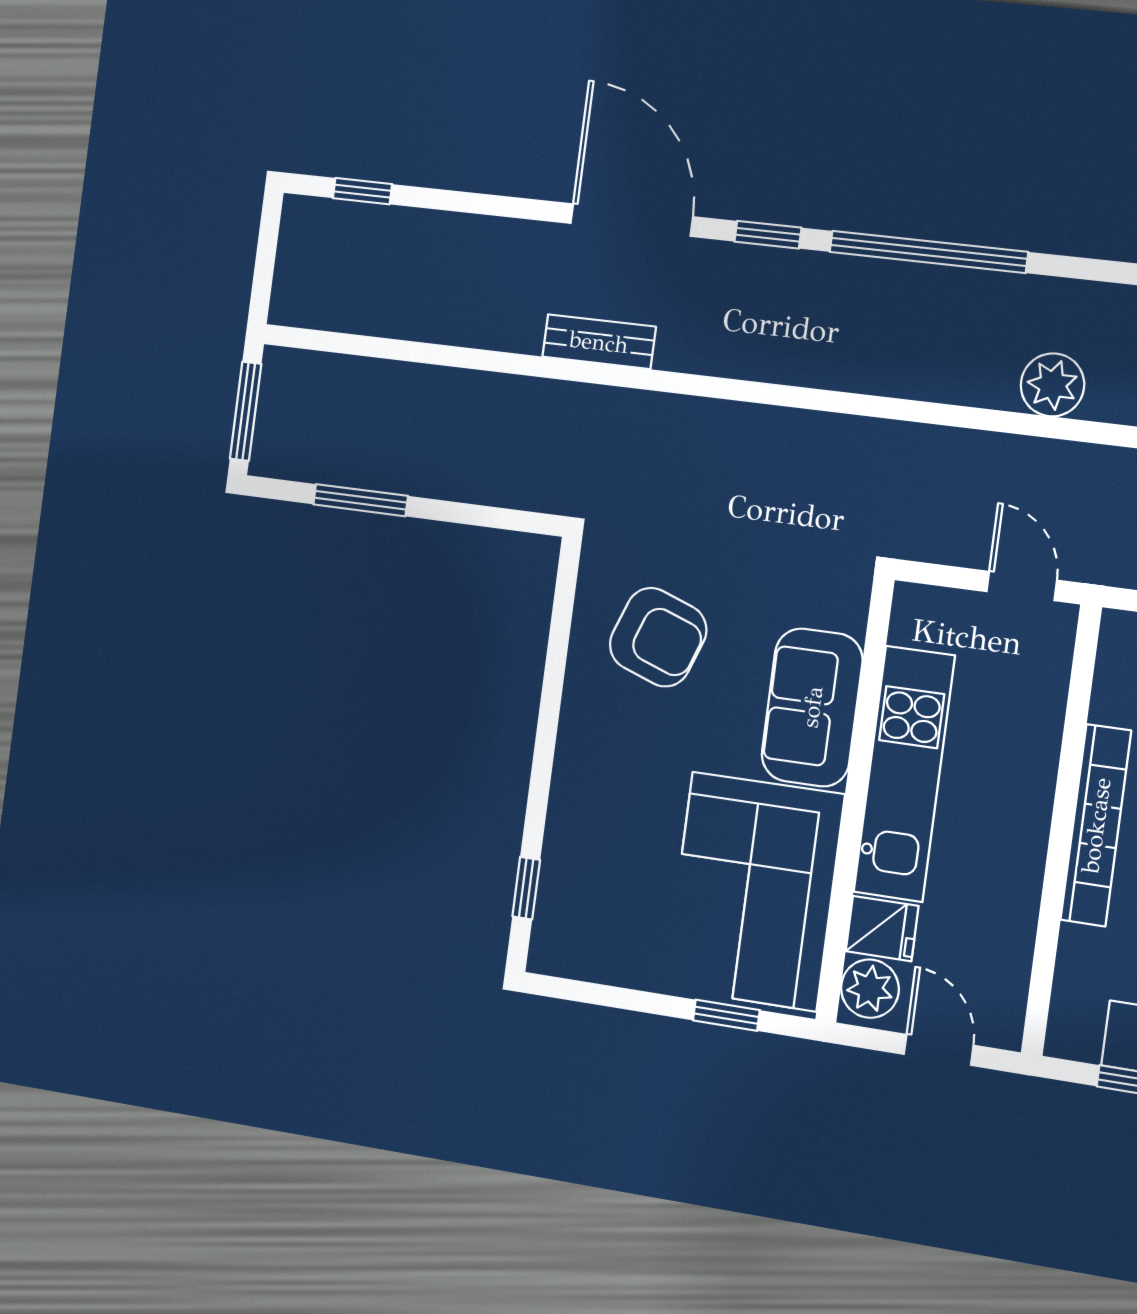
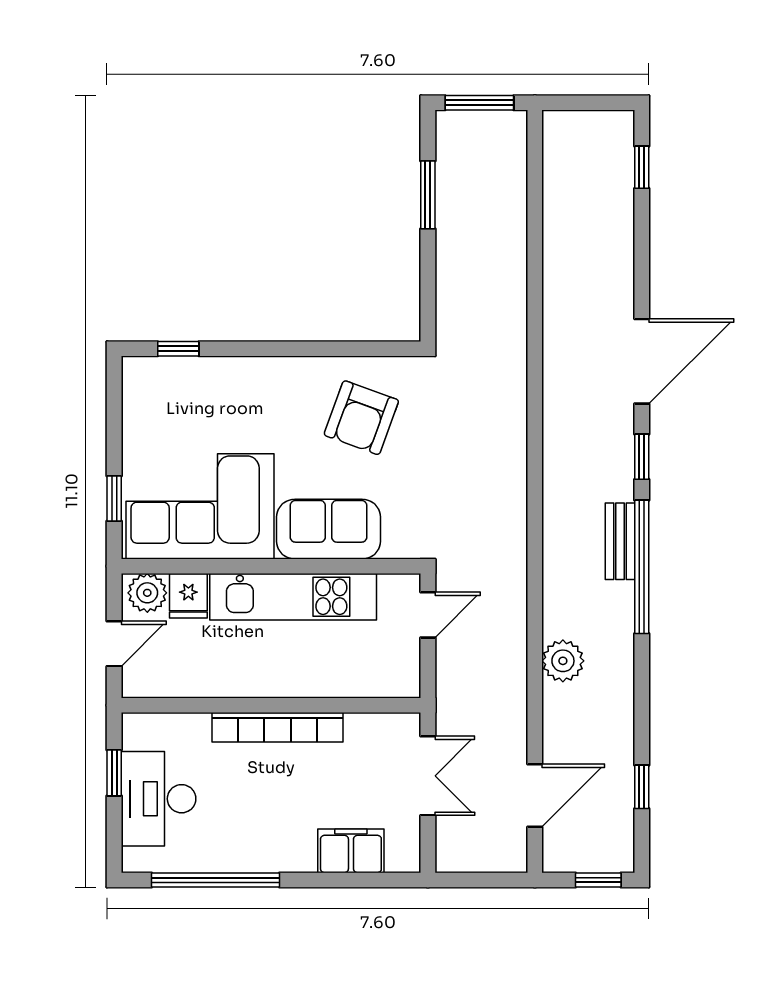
bench: (599, 342) -> (620, 541), moved
door: (1022, 586) -> (428, 615), moved

